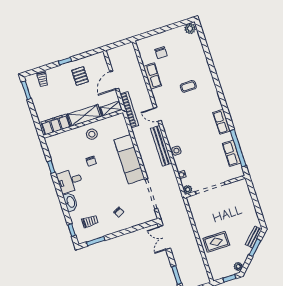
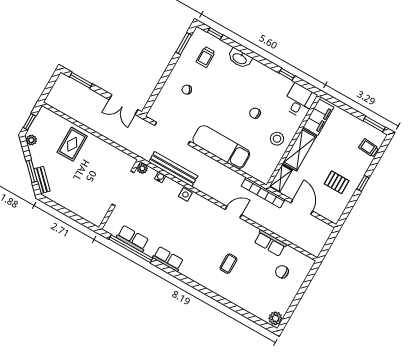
bench: (161, 146) -> (173, 169), moved
desk: (70, 181) -> (299, 101), moved
double door: (164, 238) -> (123, 105), swing flipped

